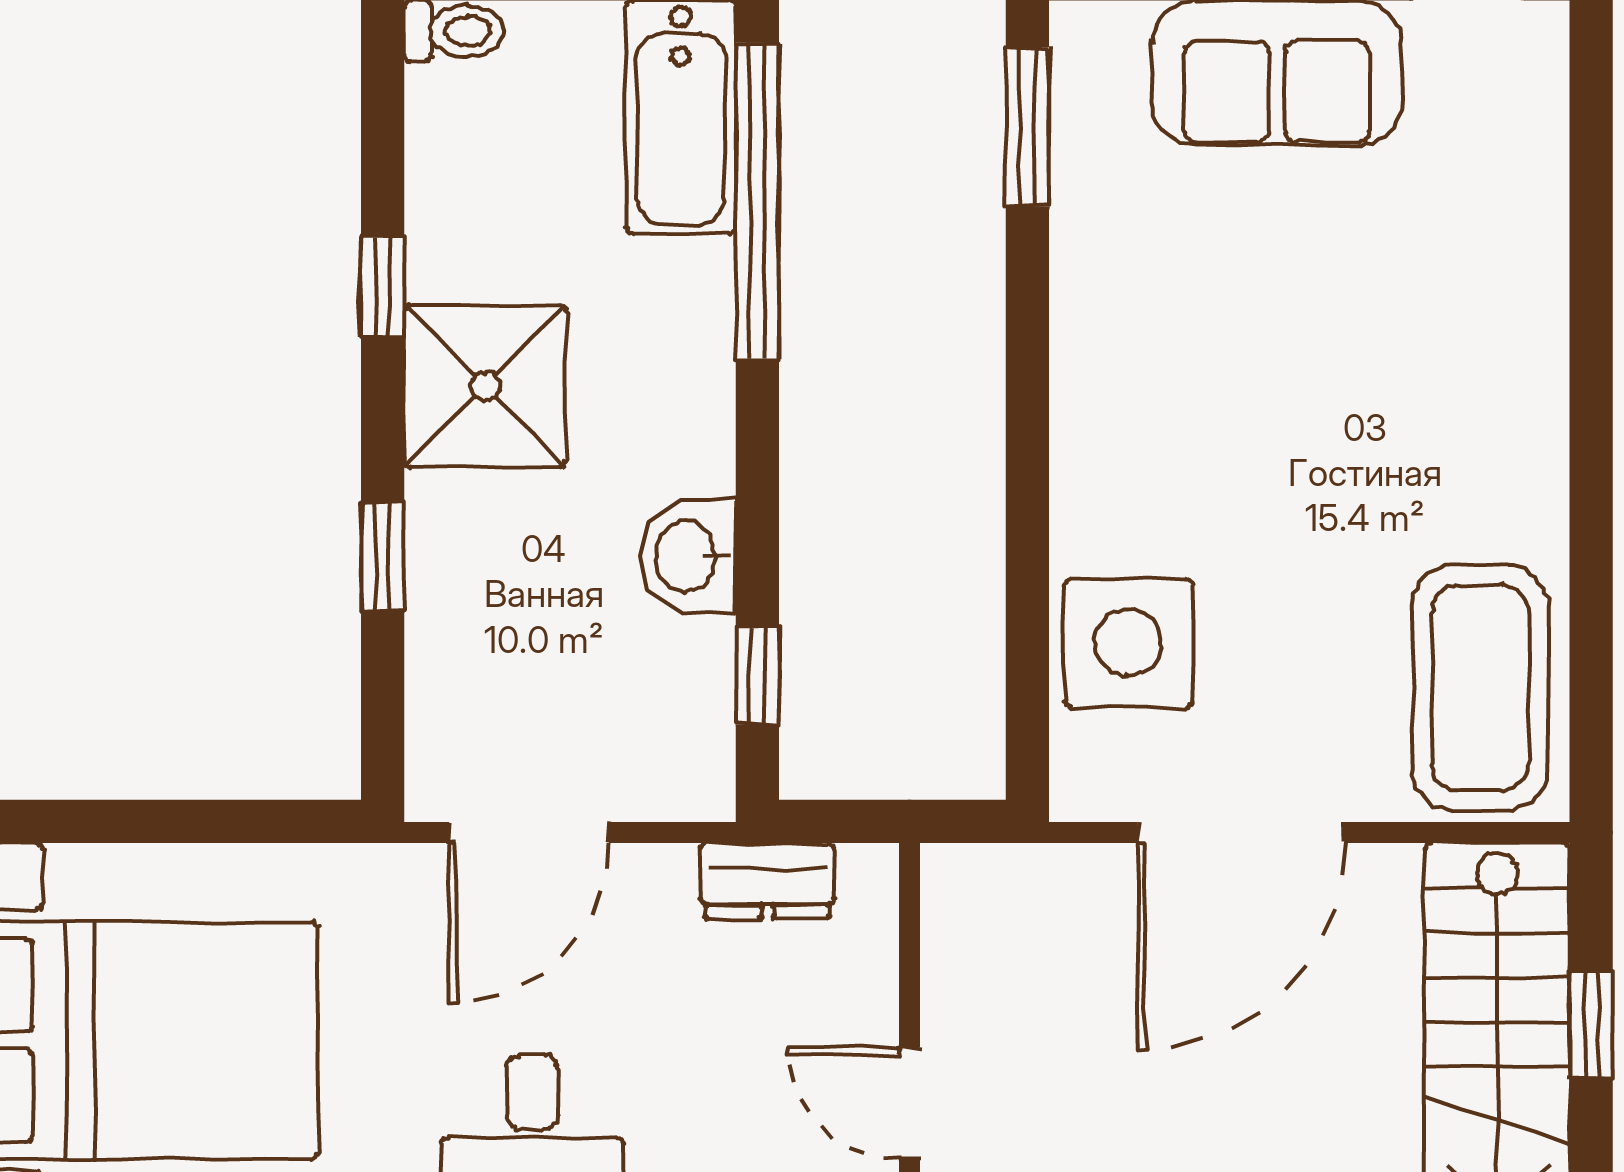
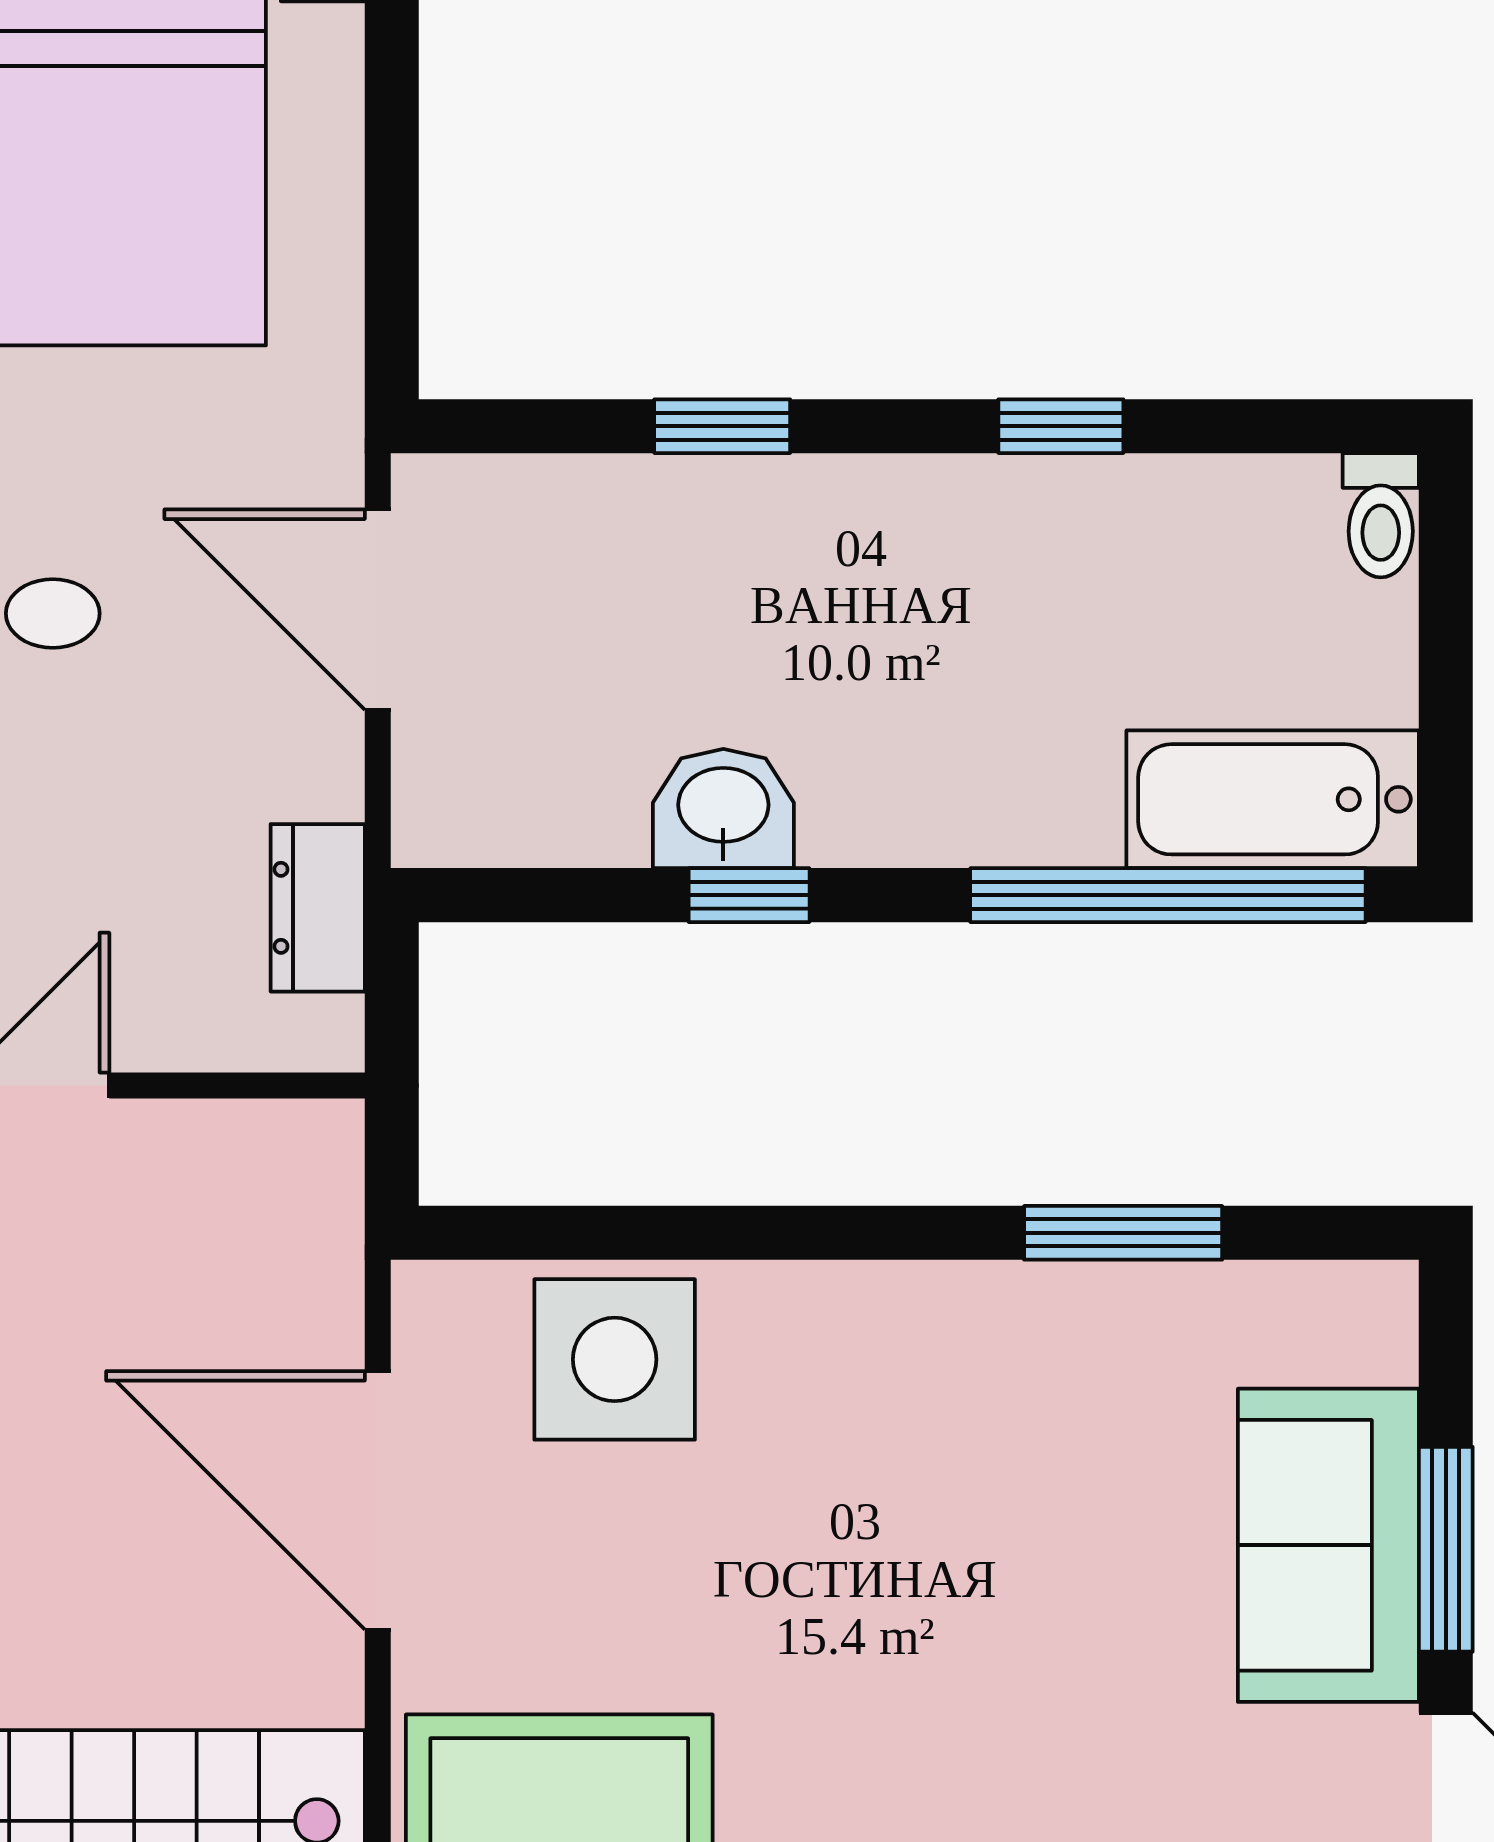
window: (1027, 127) -> (1123, 1233), moved
shower: (485, 386) -> (936, 554), removed
window: (757, 676) -> (749, 895), moved

